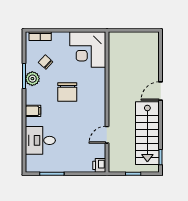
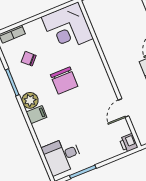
plant: (32, 79) -> (30, 100), moved
desk: (40, 140) -> (62, 156), moved

